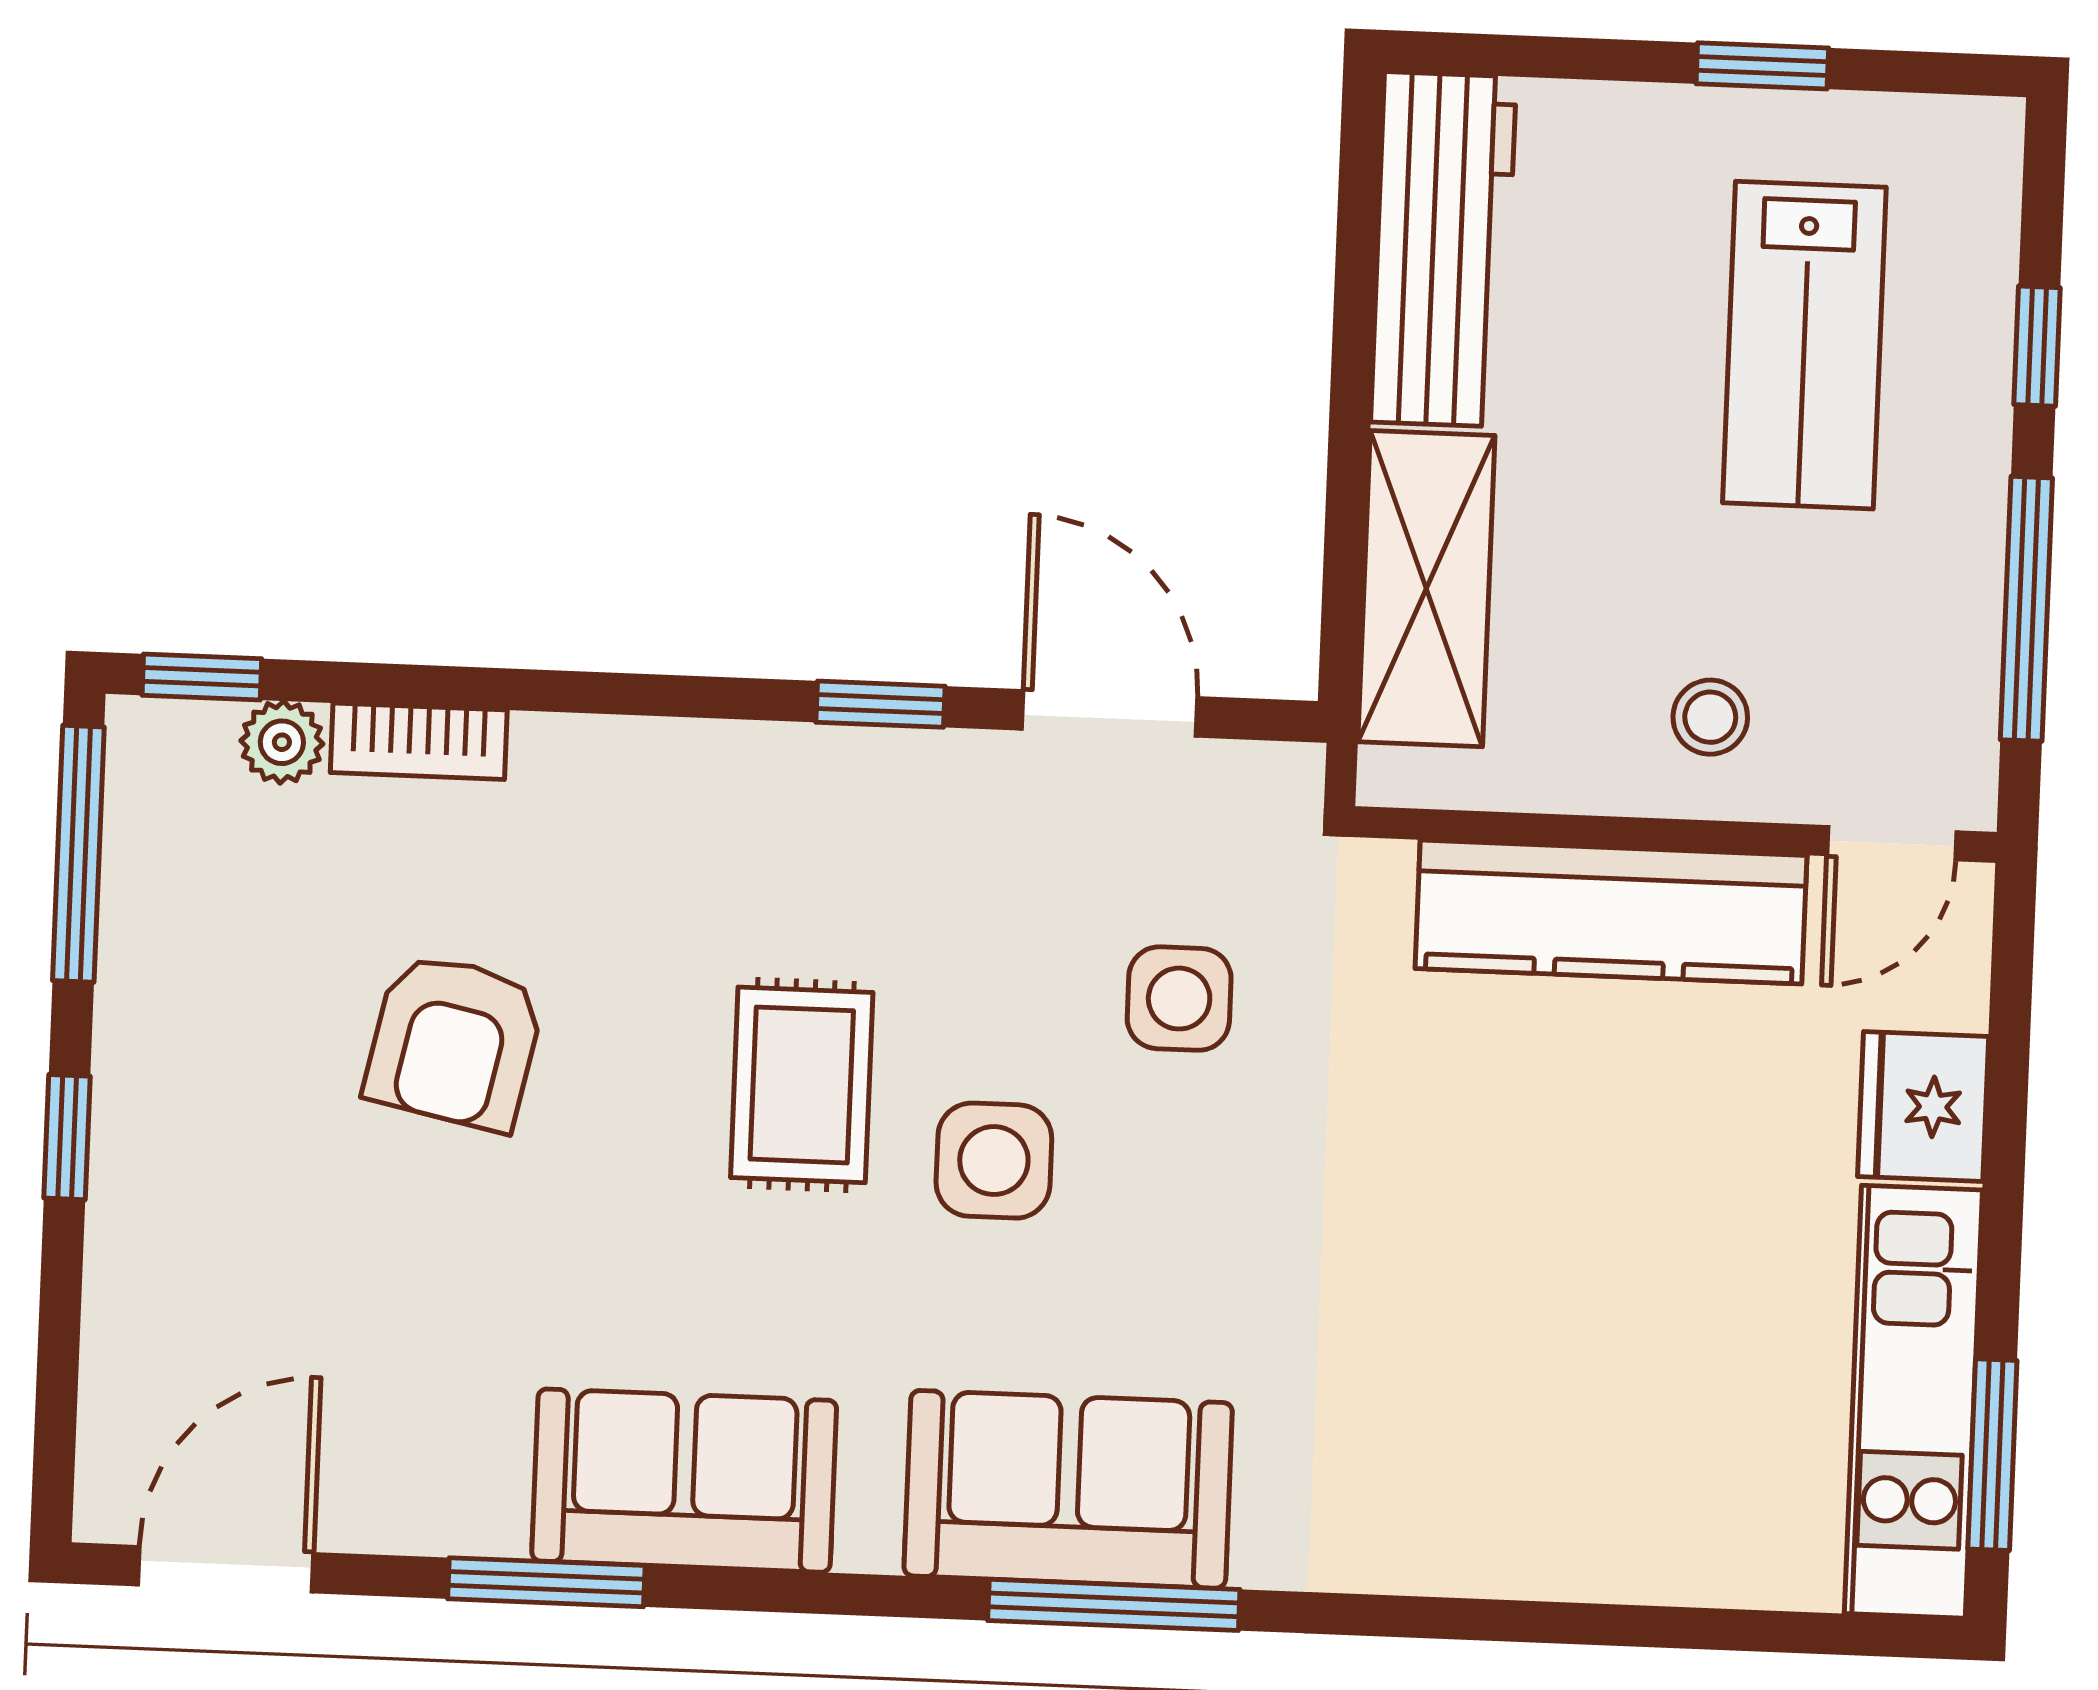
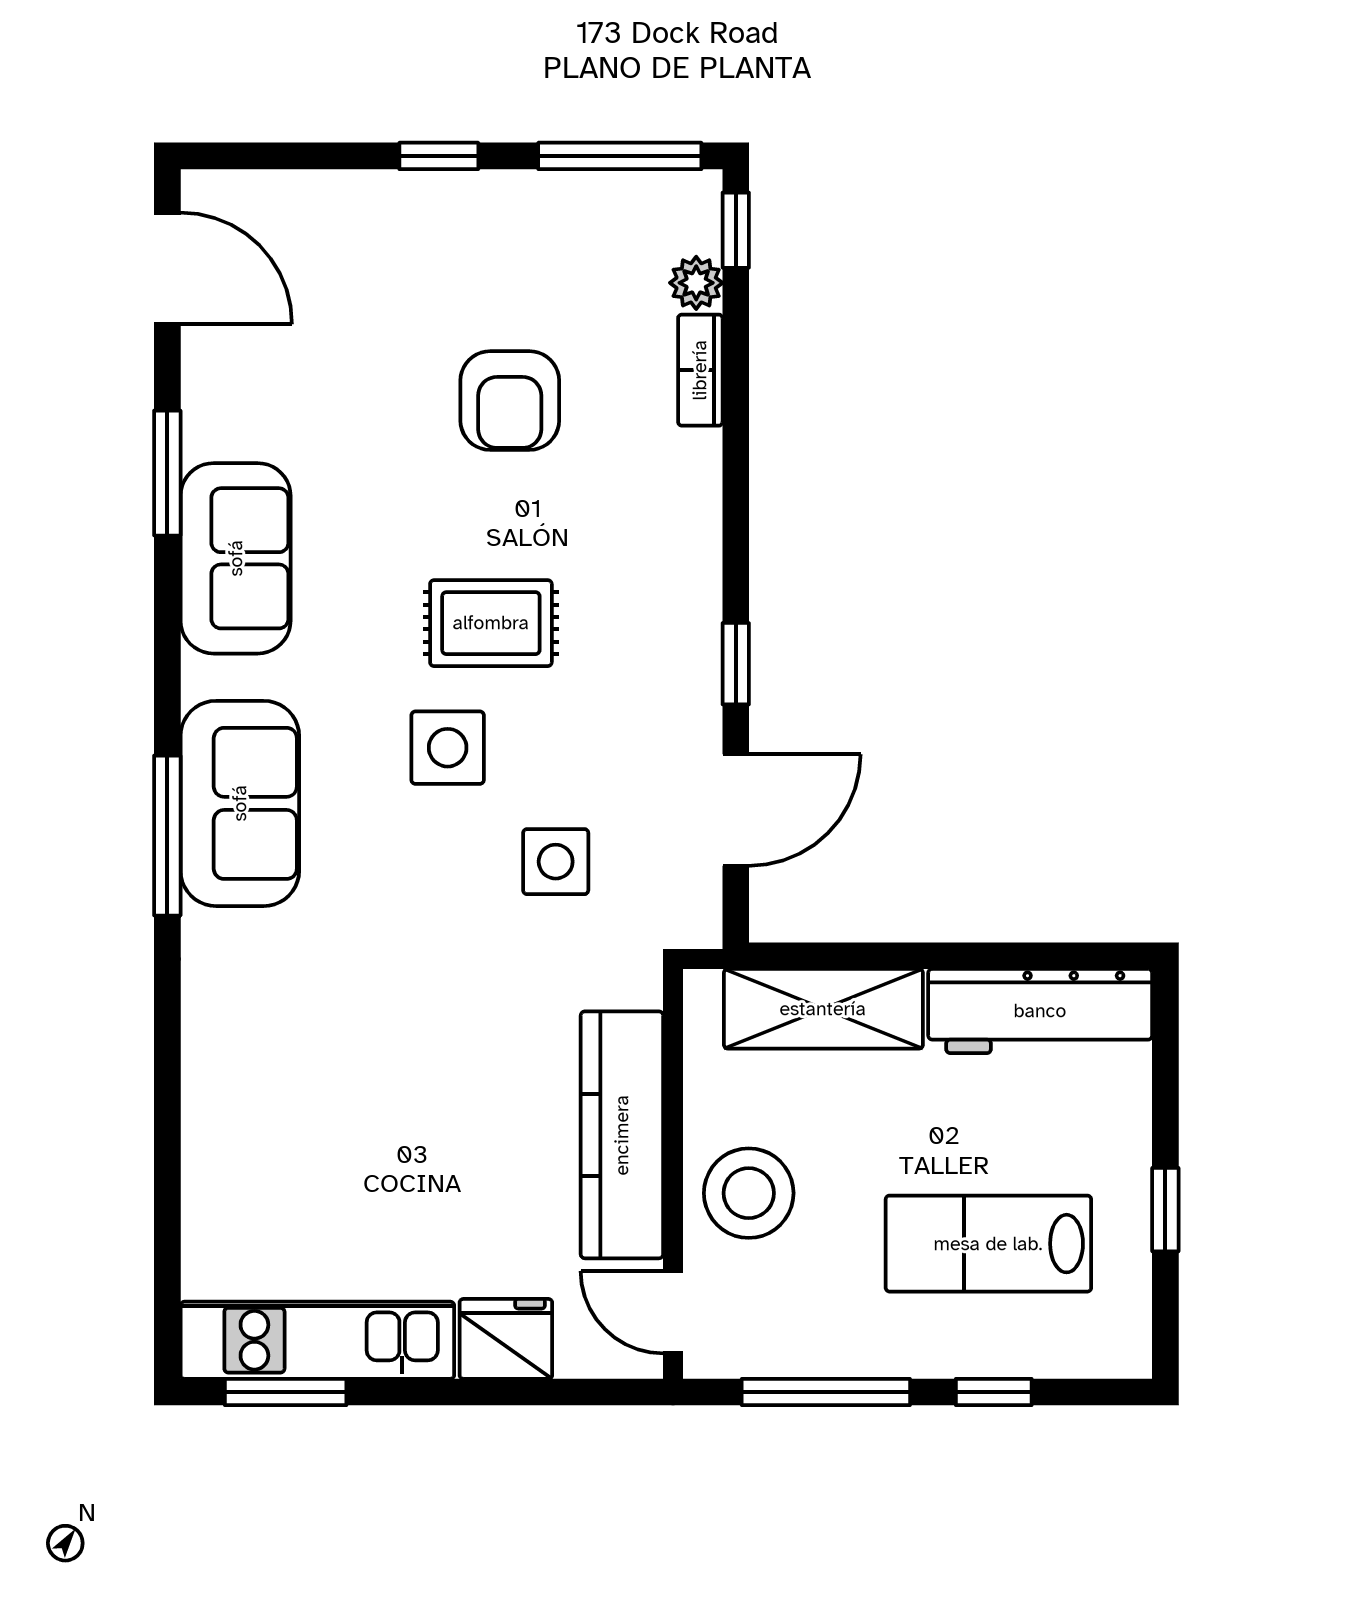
stool: (1710, 717) -> (749, 1193), width x1.89, depth x1.89
armchair: (454, 1041) -> (510, 401), turned -102

